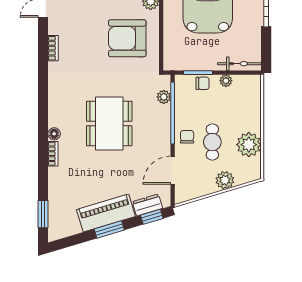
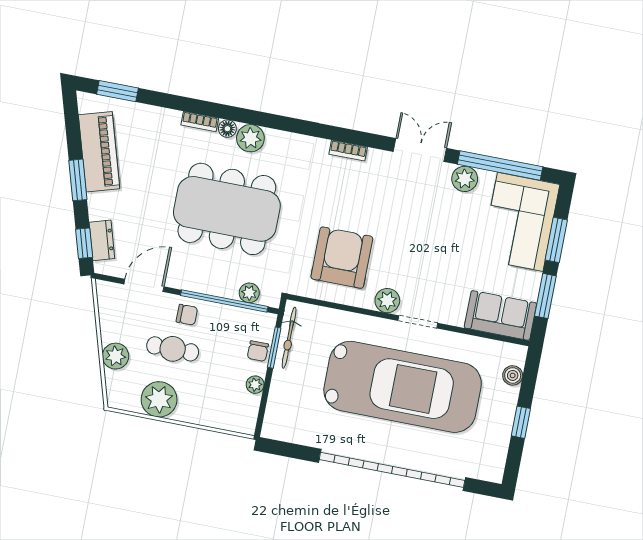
bicycle: (239, 64) -> (289, 338), moved
plant: (58, 117) -> (250, 138), added
dining table: (109, 123) -> (227, 209), width x1.36, depth x1.24
door: (173, 170) -> (144, 285), hinge flipped
piano: (106, 213) -> (99, 152), moved

